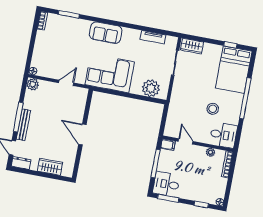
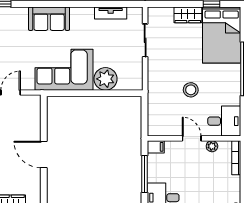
wardrobe: (192, 46) -> (188, 15), moved
plant: (151, 88) -> (105, 79), moved
stool: (213, 109) -> (191, 90), moved
door: (186, 141) -> (192, 138), moved

